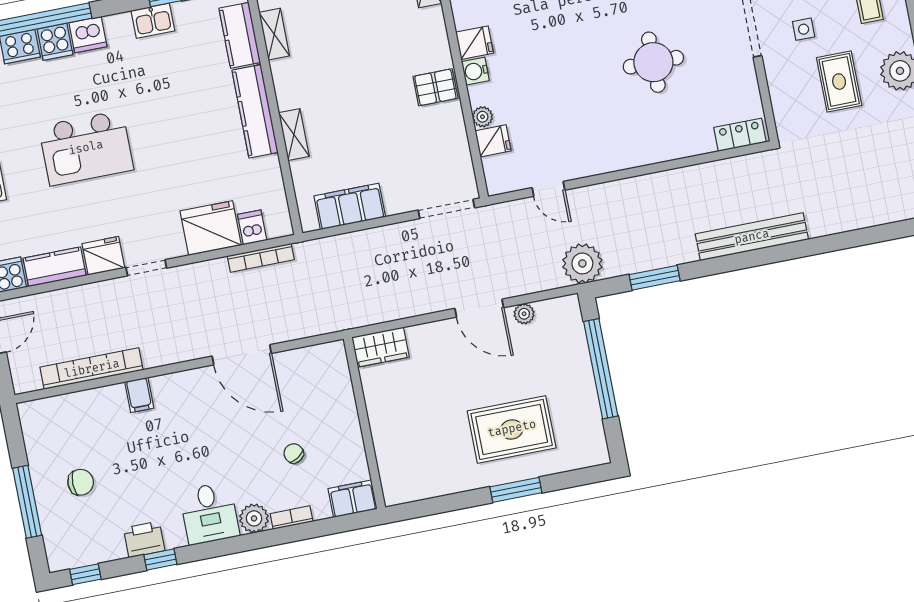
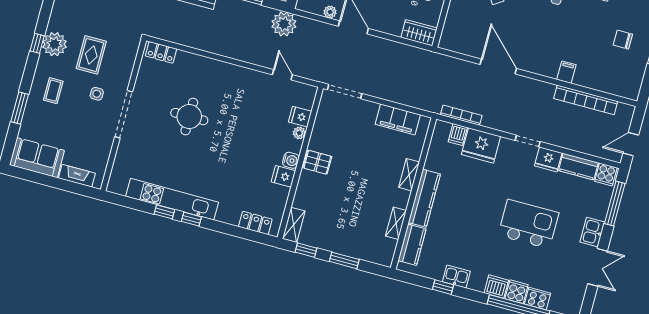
shelving: (274, 34) -> (396, 223), moved

